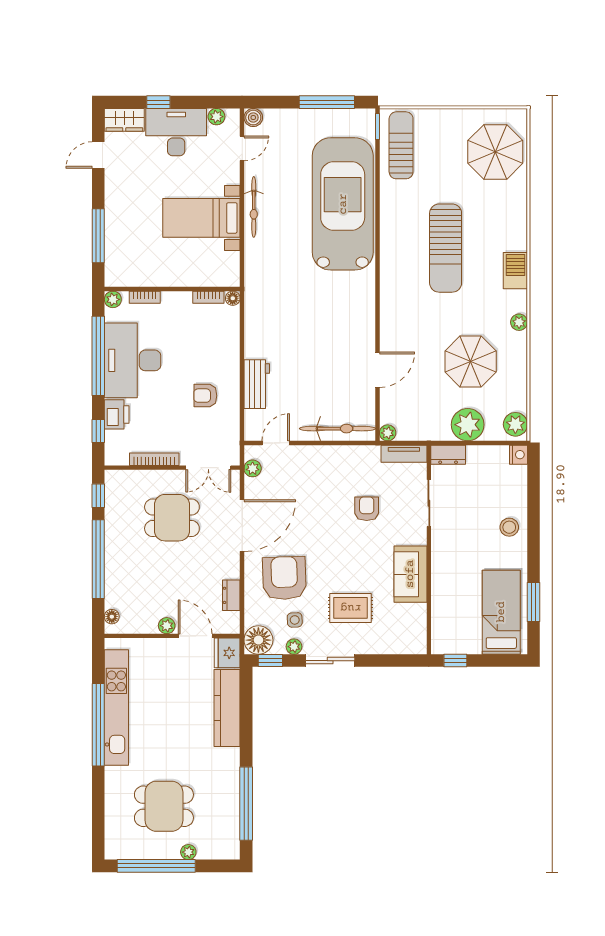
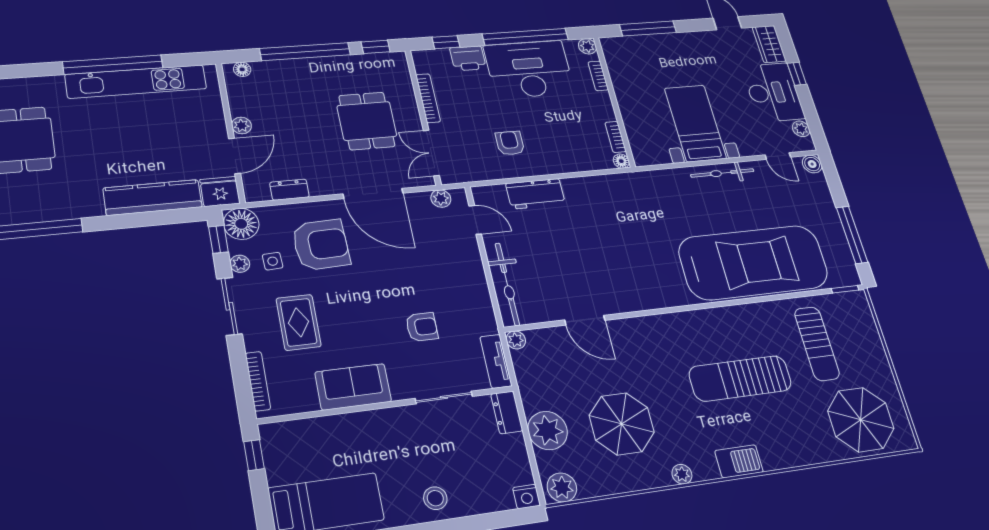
sun lounger: (401, 145) -> (817, 344), moved, turned 90
bookcase: (396, 648) -> (258, 381), added

